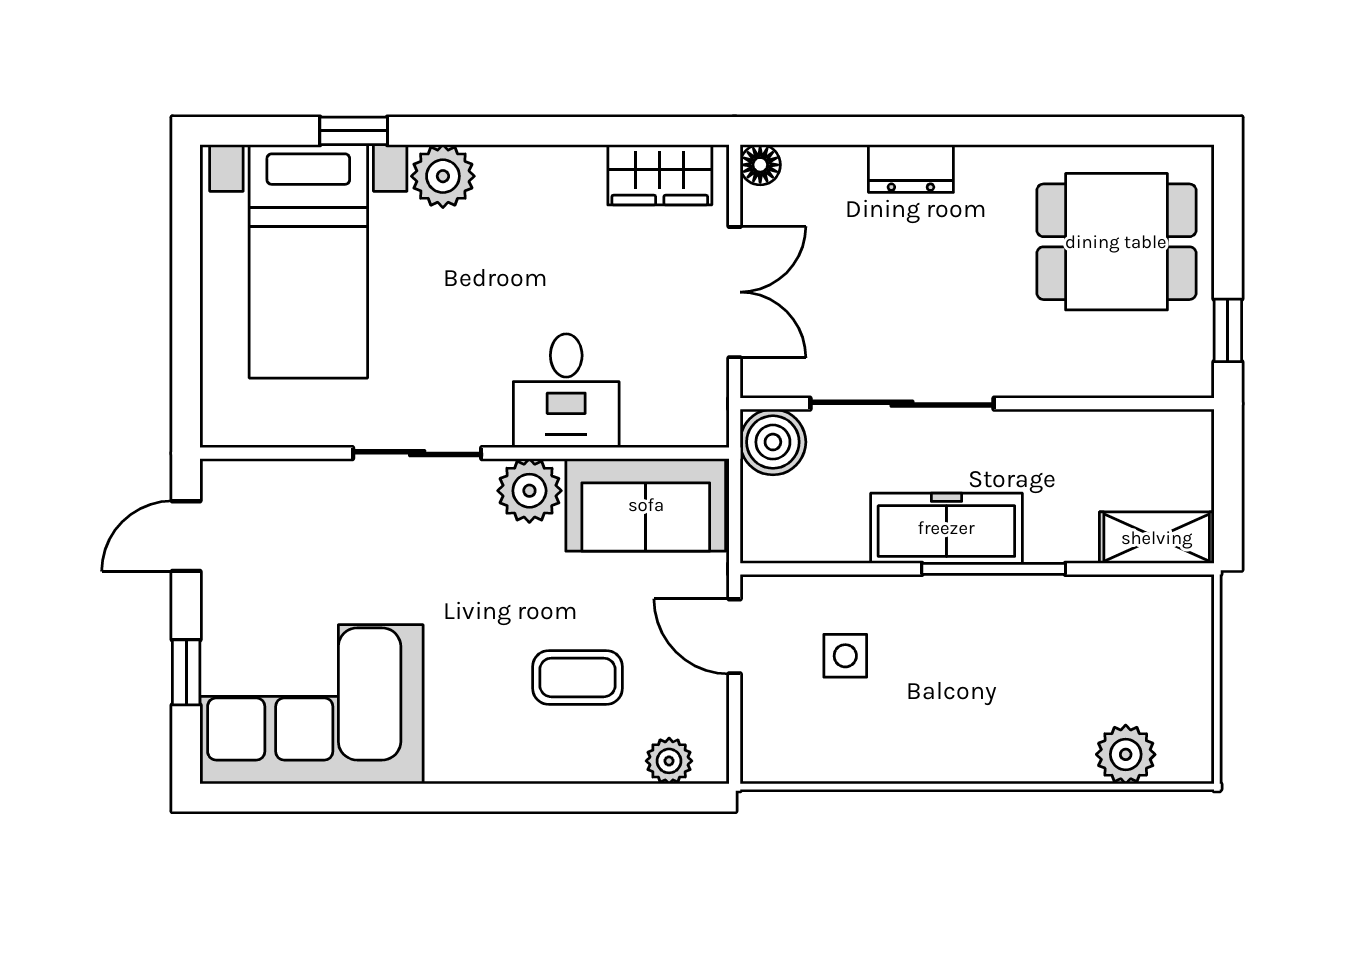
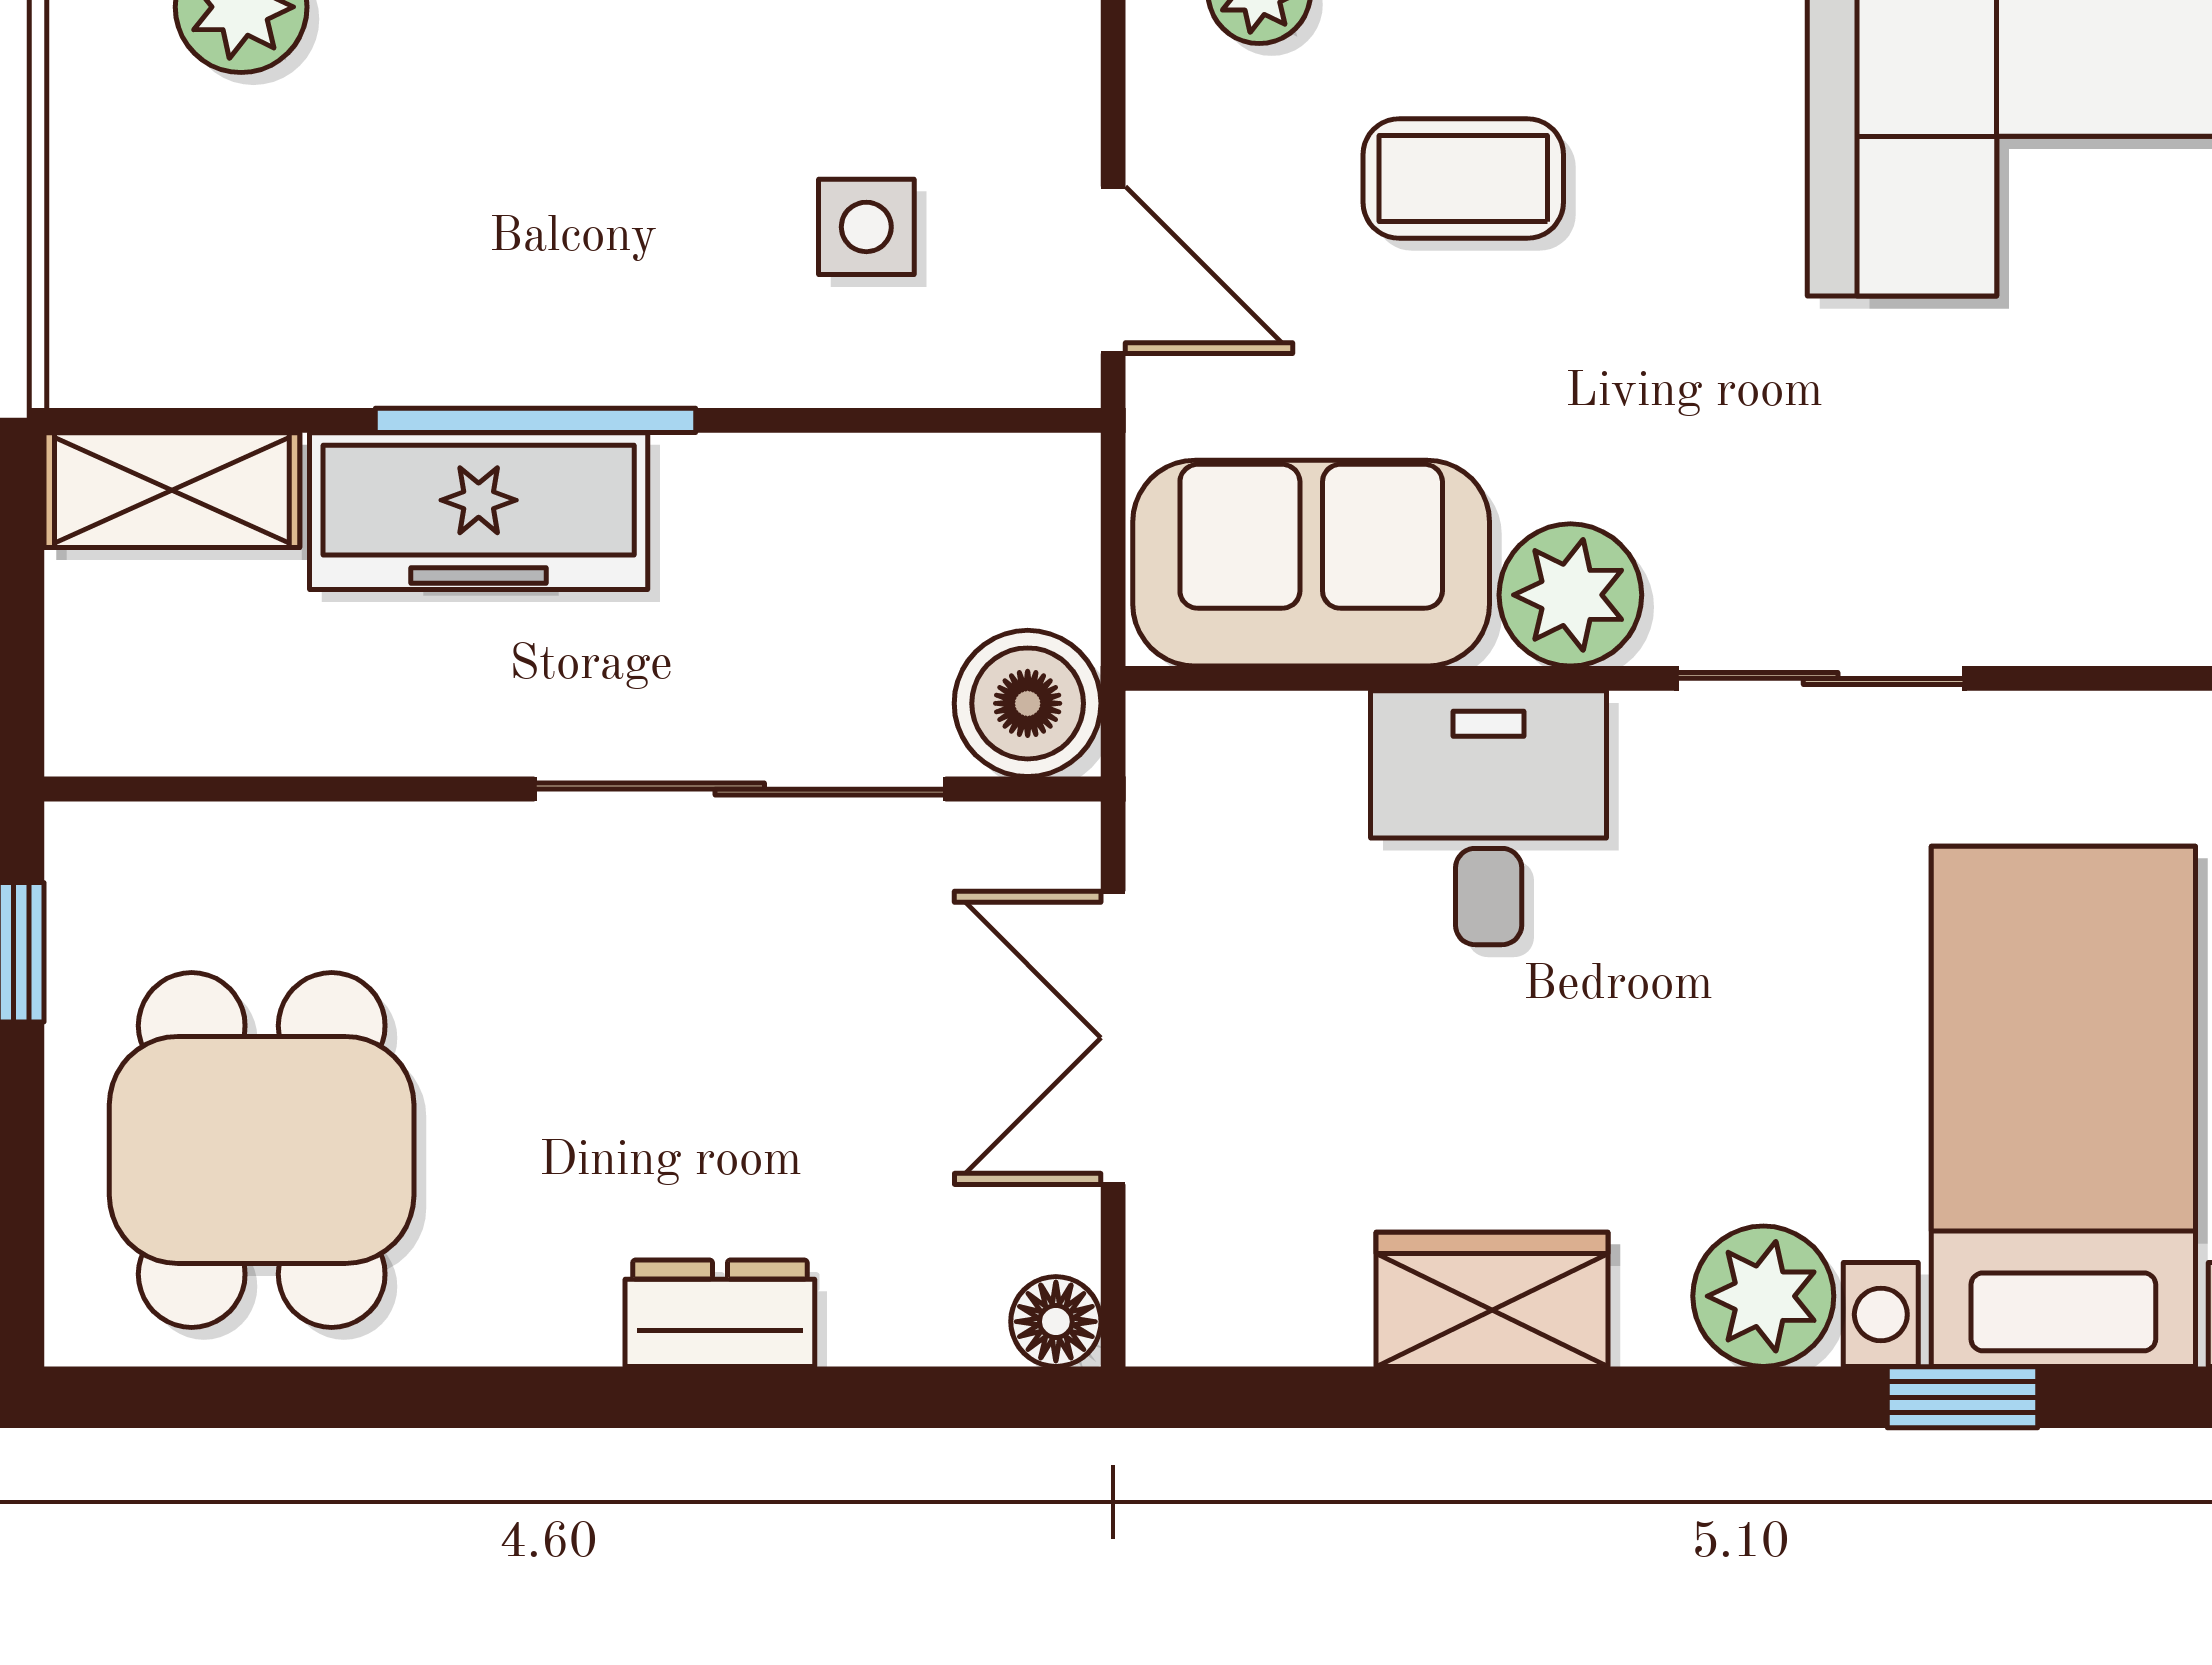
wardrobe: (660, 175) -> (1492, 1299), moved
dining table: (1116, 242) -> (262, 1150), turned 90
freezer: (946, 528) -> (479, 511), moved

